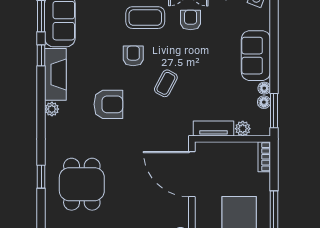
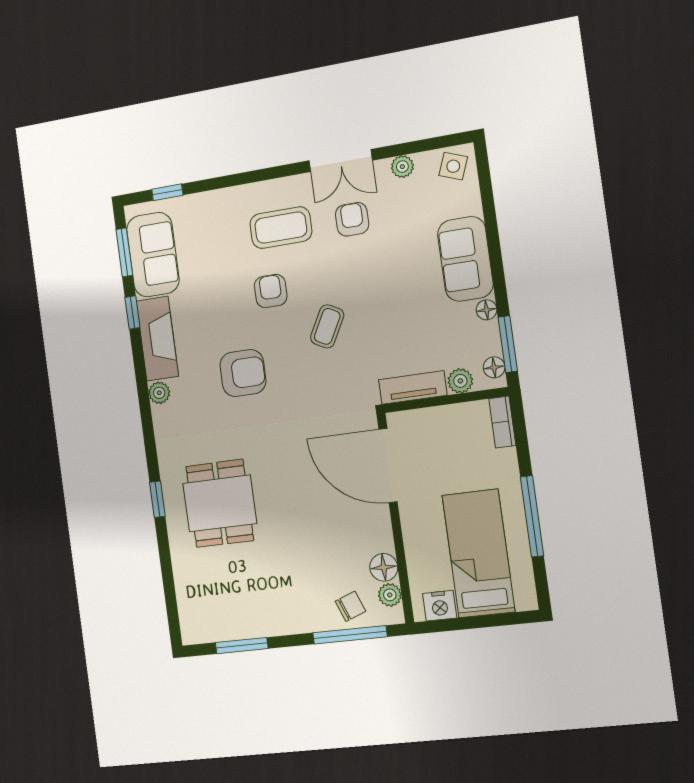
floor lamp: (264, 102) -> (494, 367), moved

